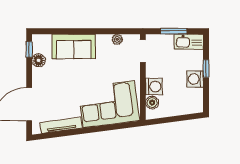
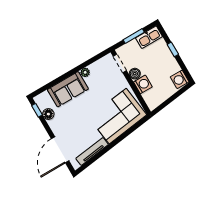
plant: (117, 39) -> (85, 72), moved
washing machine: (195, 79) -> (180, 79), moved
boiler: (152, 103) -> (135, 74), moved

